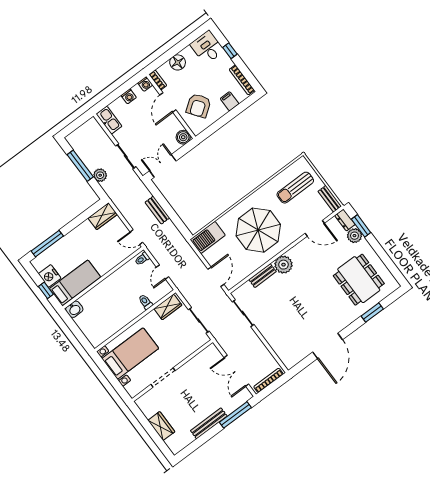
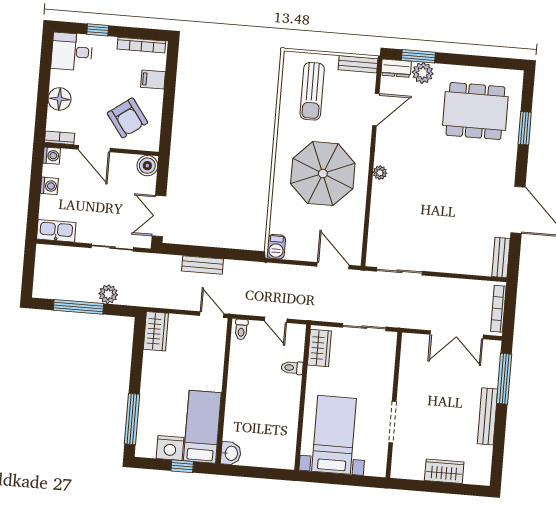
door: (136, 237) -> (212, 315), swing flipped
barbecue: (208, 237) -> (276, 247), width x0.53, depth x0.65
plant: (284, 265) -> (380, 173), width x0.53, depth x0.53
bench: (263, 276) -> (501, 257), moved

